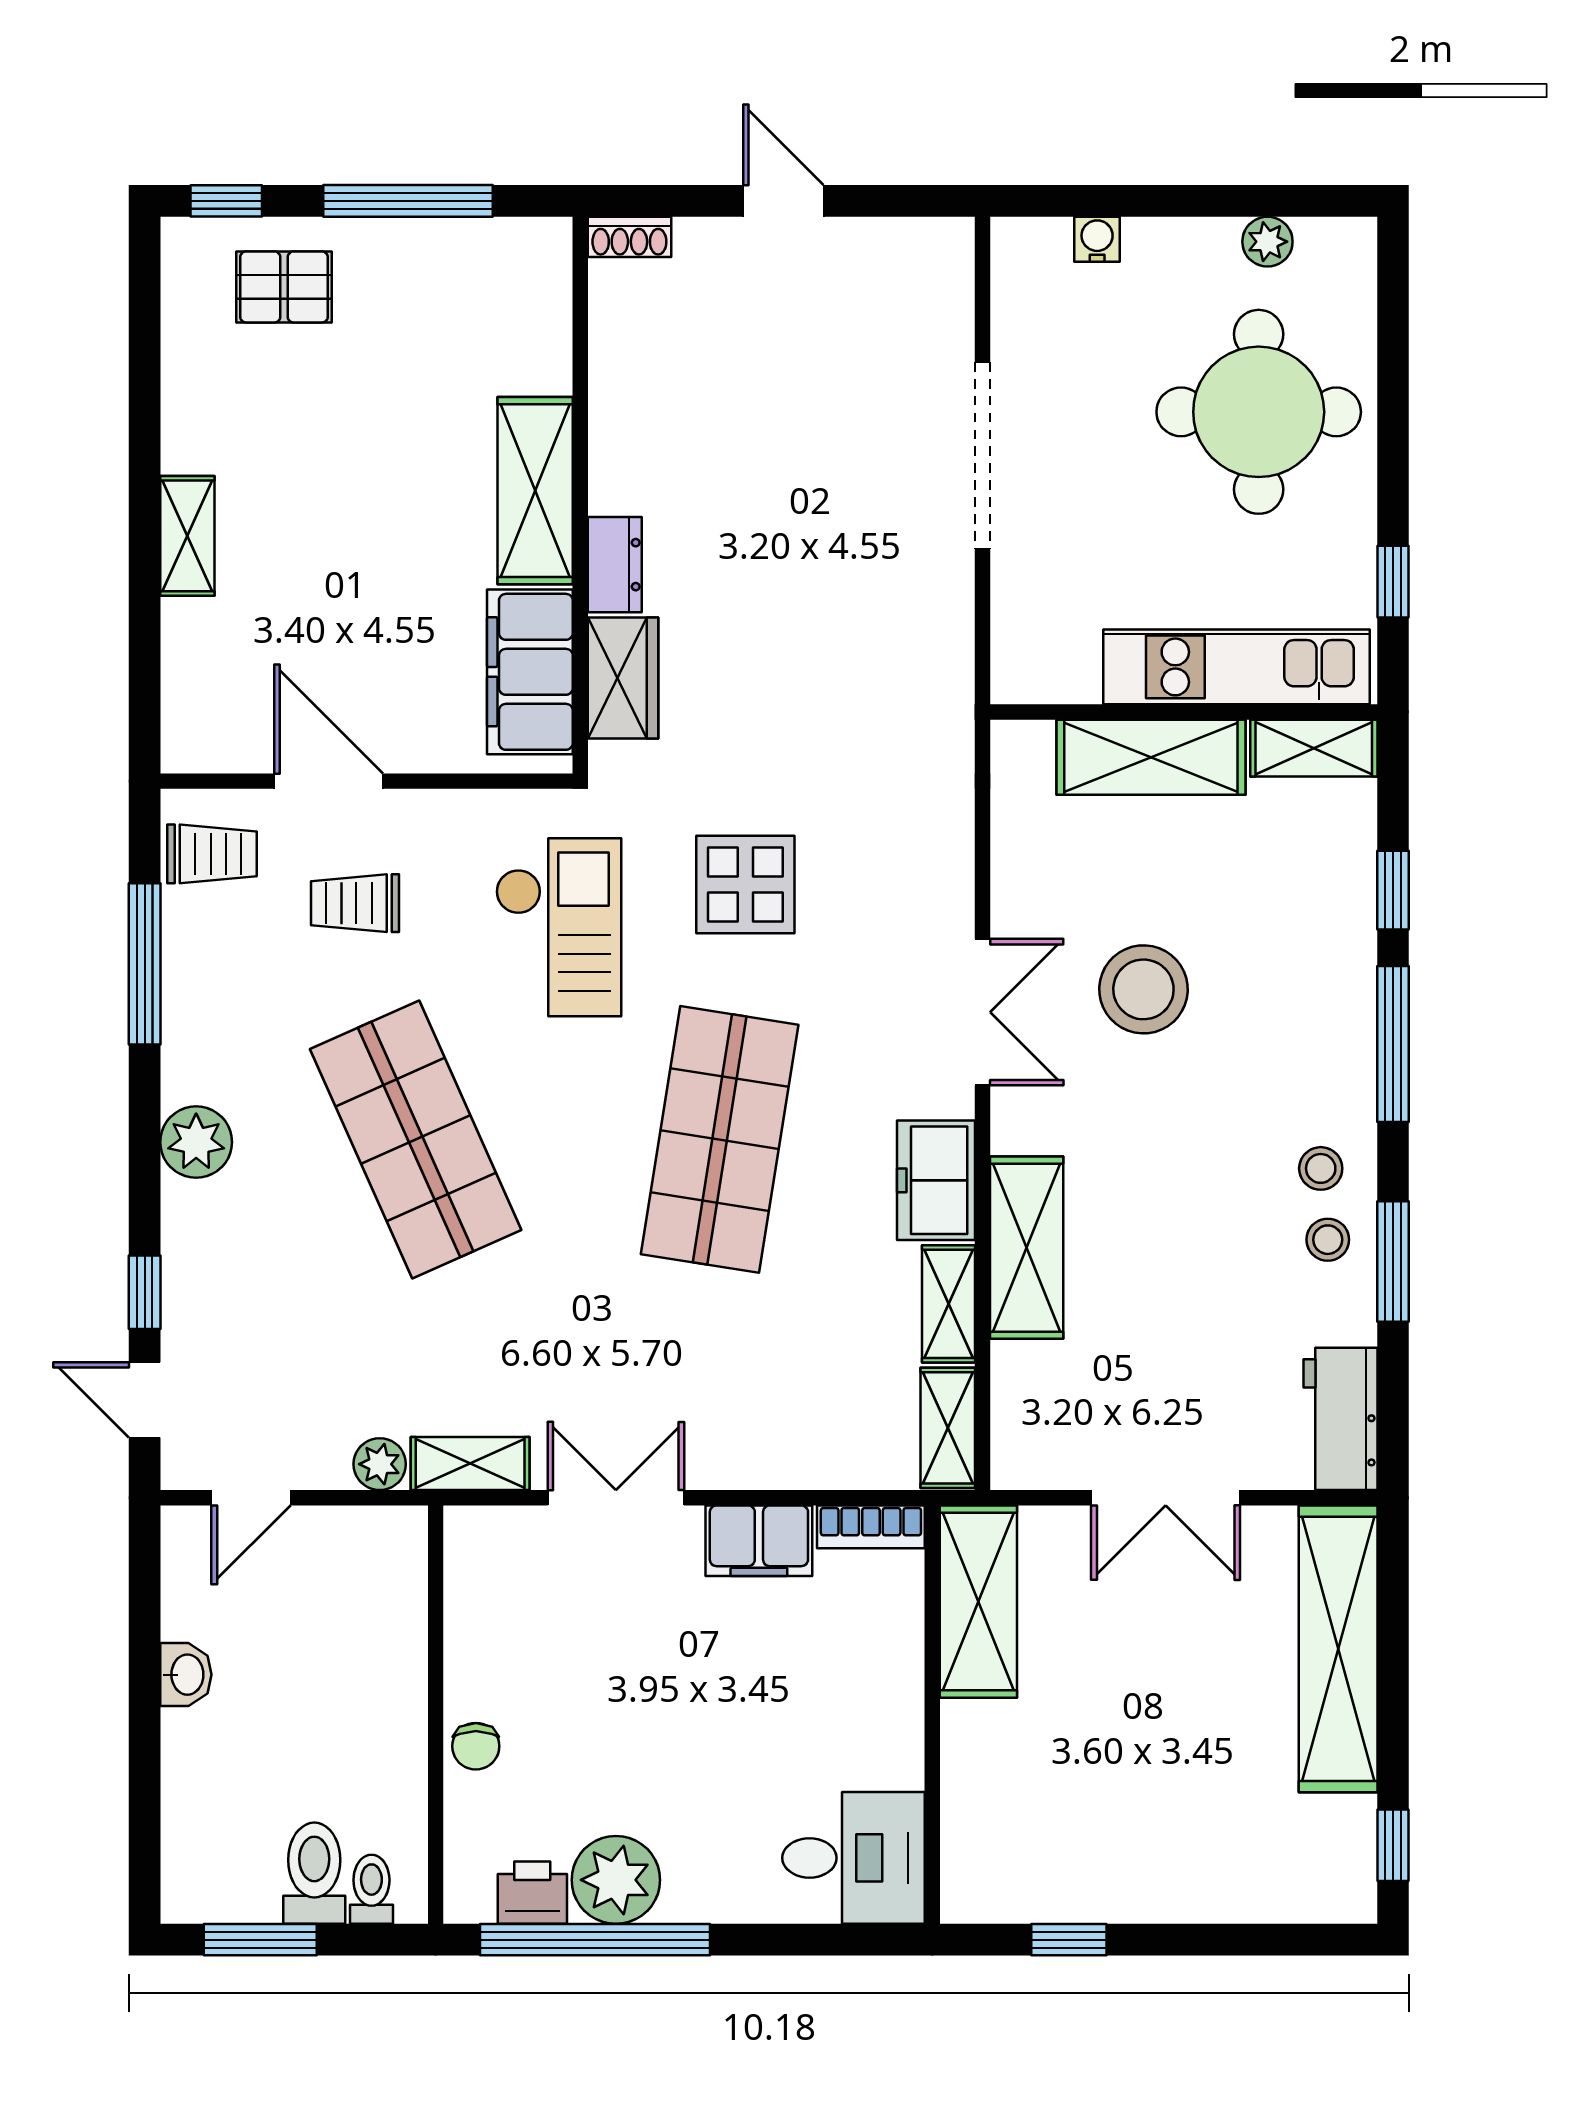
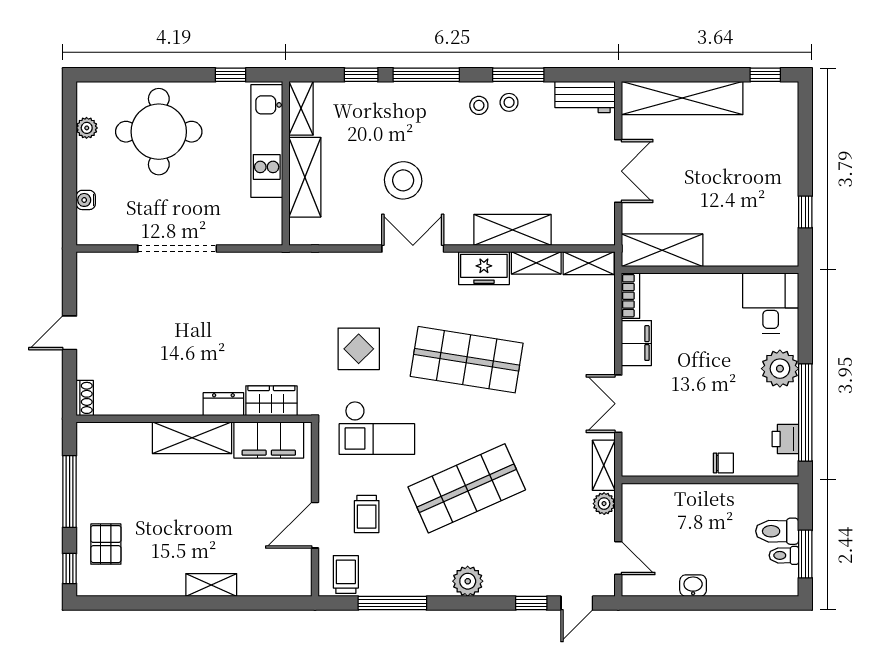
checkout: (558, 927) -> (377, 428), turned 180
plant: (616, 1880) -> (780, 369), moved
toilet: (371, 1889) -> (784, 555), moved

